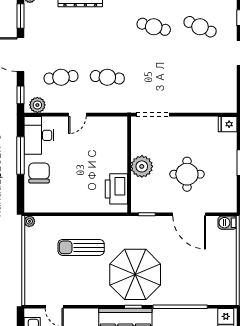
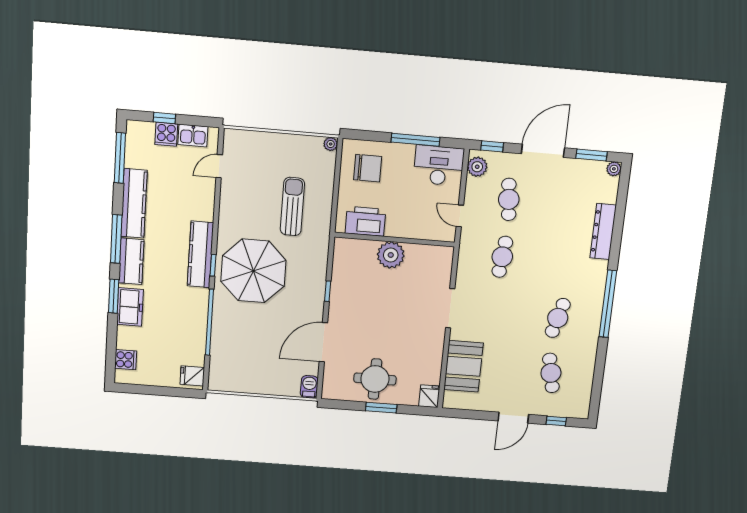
cafe table: (200, 27) -> (551, 373), turned -36
booth: (200, 99) -> (463, 366), added
wall: (129, 164) -> (395, 240), moved
plant: (142, 166) -> (391, 255), moved
chair: (39, 173) -> (368, 168), moved
round table: (187, 174) -> (375, 379), moved
printer: (116, 189) -> (365, 221), moved

